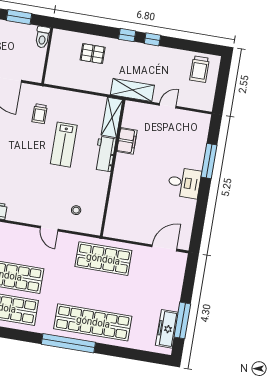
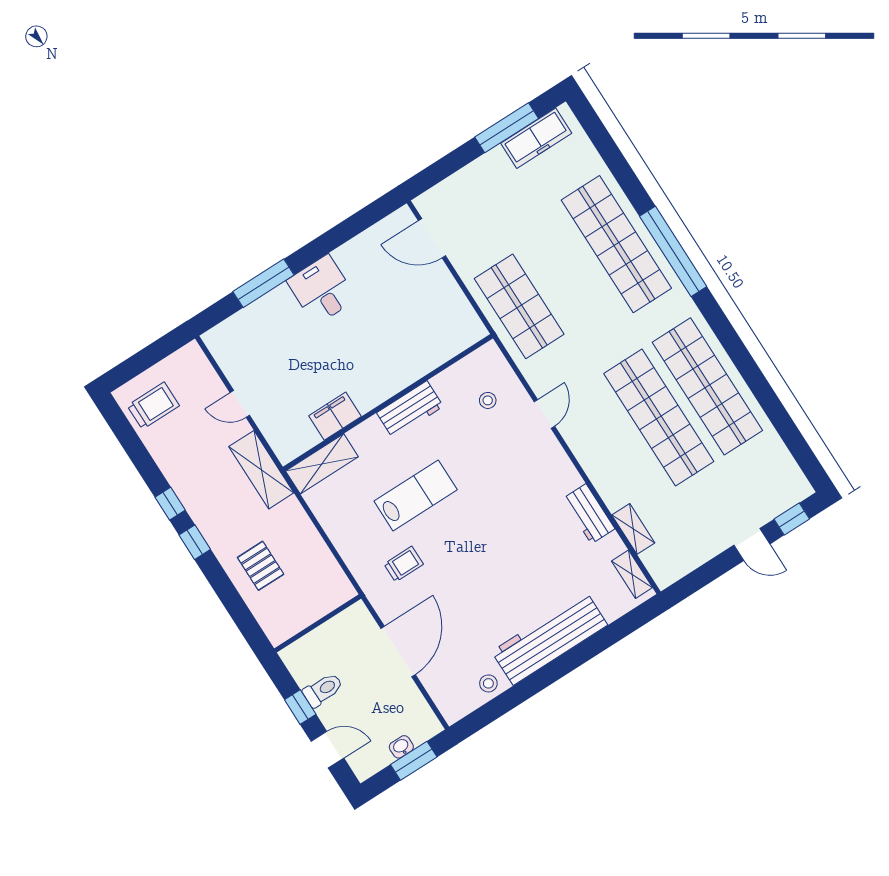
window: (19, 17) -> (300, 707), width x0.67
toilet: (42, 37) -> (323, 690), moved
workbench: (105, 154) -> (410, 410), moved

